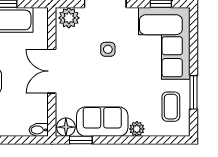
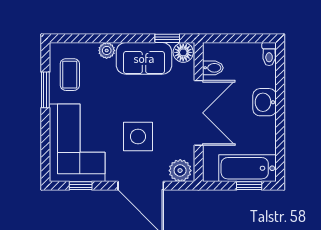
side table: (108, 49) -> (138, 136), width x1.87, depth x1.87
double door: (52, 71) -> (199, 113), width x1.37
bidet: (39, 130) -> (213, 68), moved

